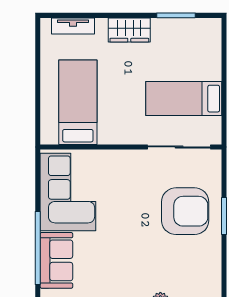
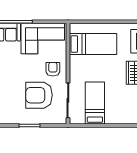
armchair: (123, 174) -> (53, 69), added
armchair: (185, 211) -> (39, 95), moved, turned 90

